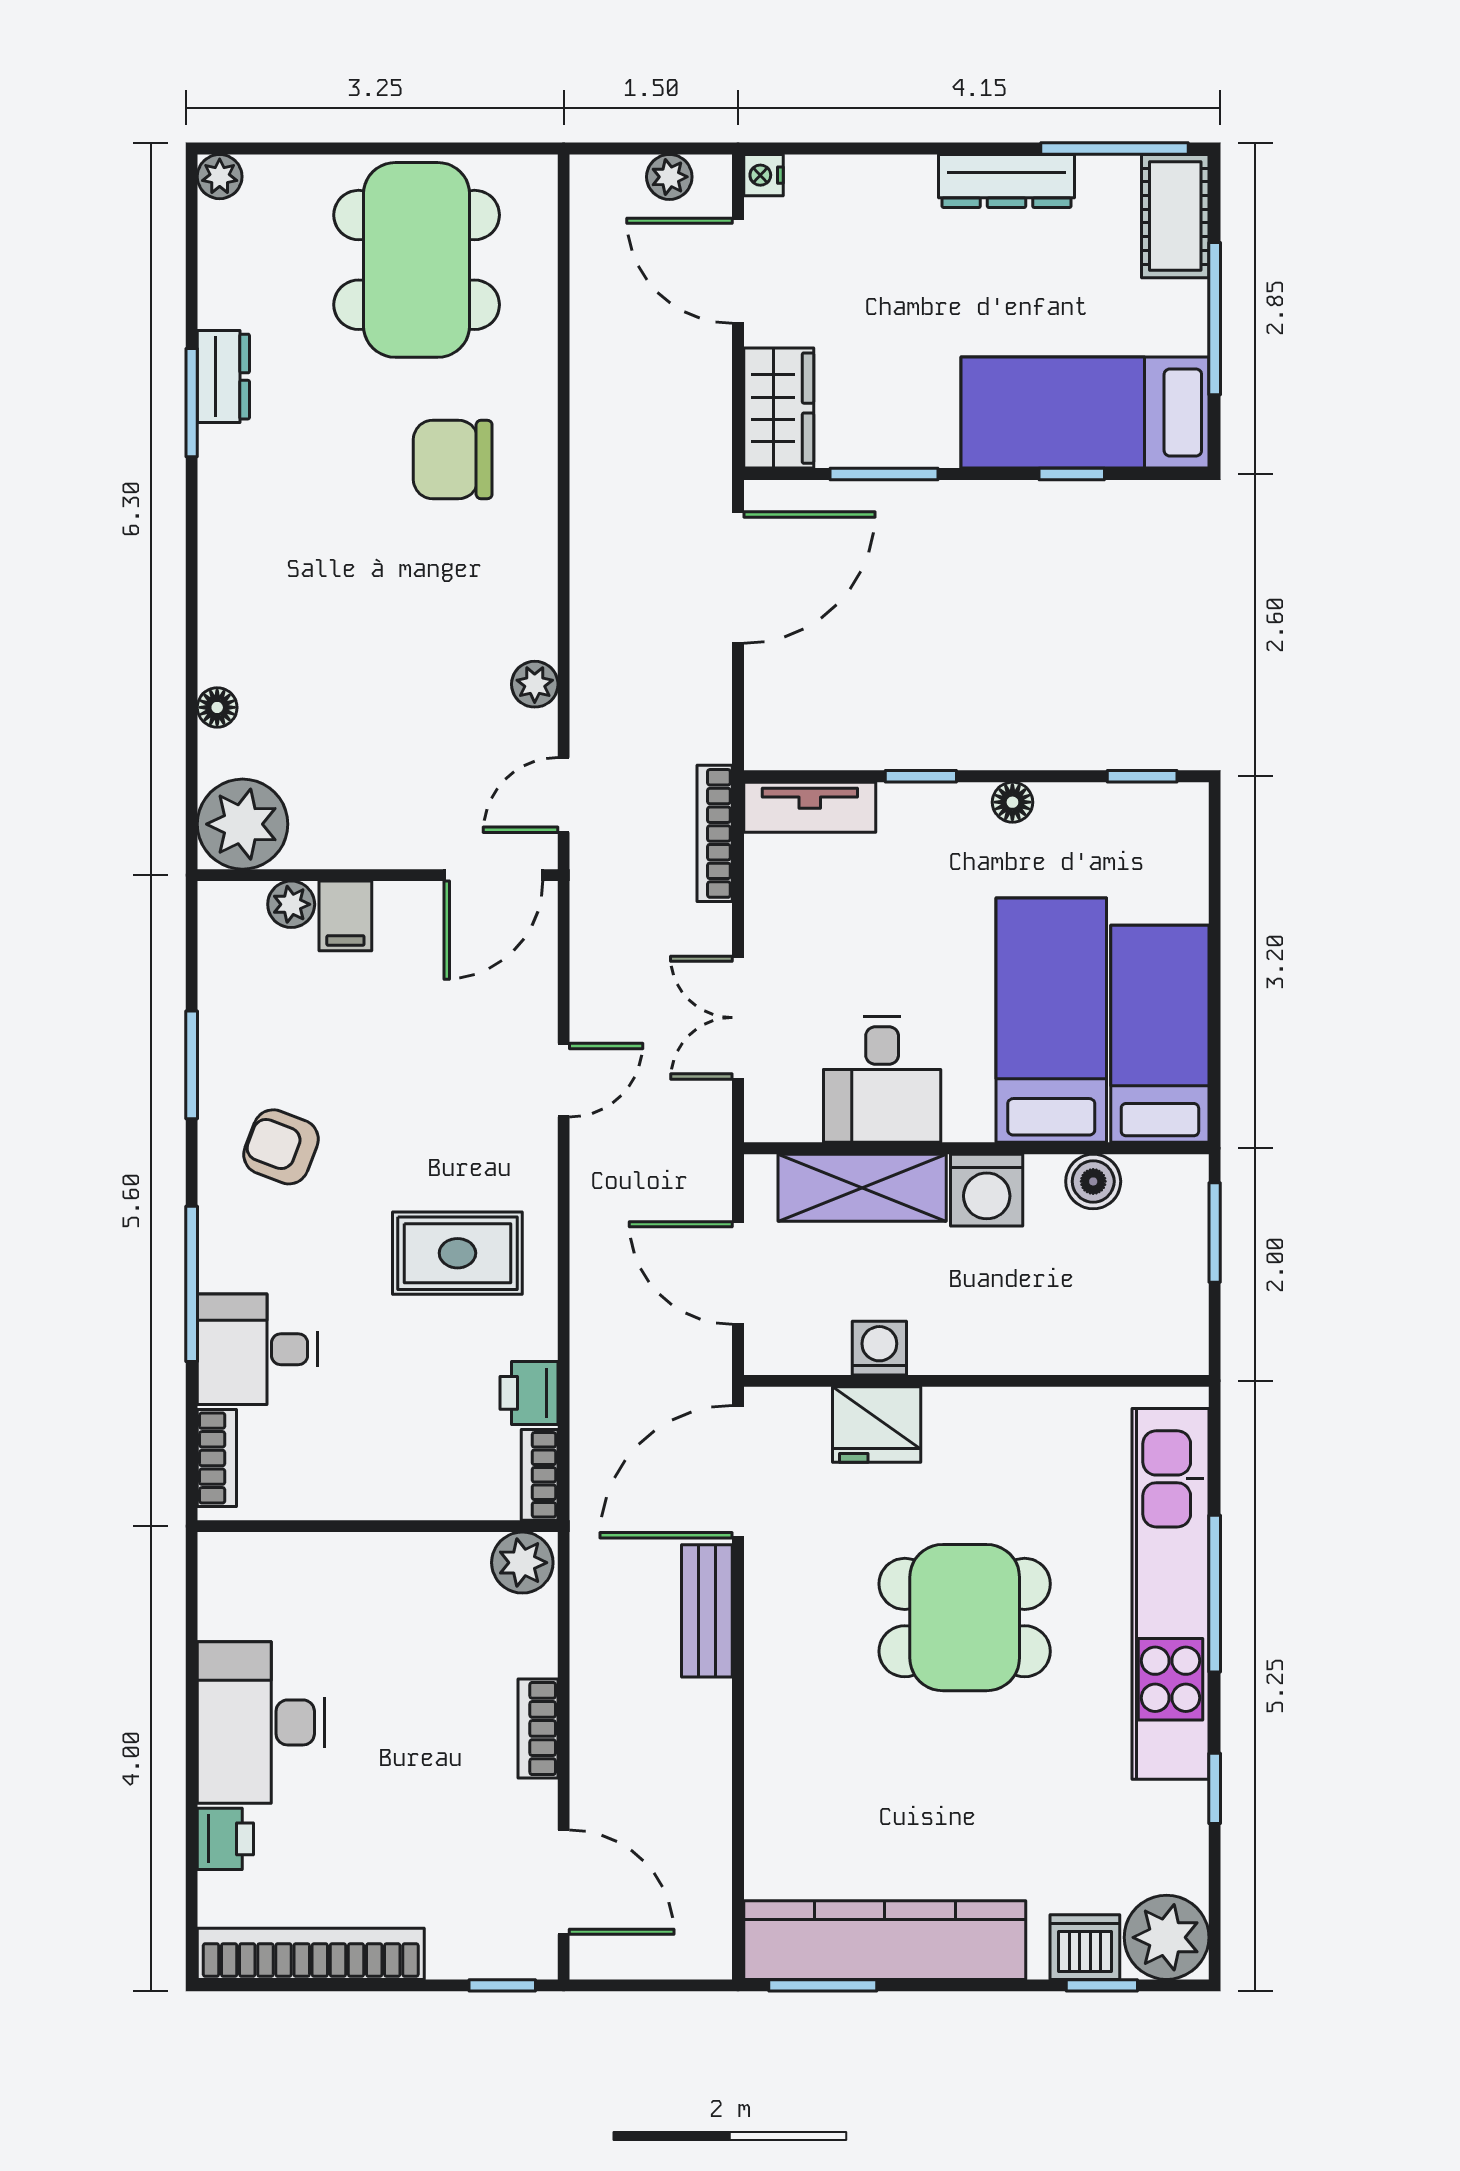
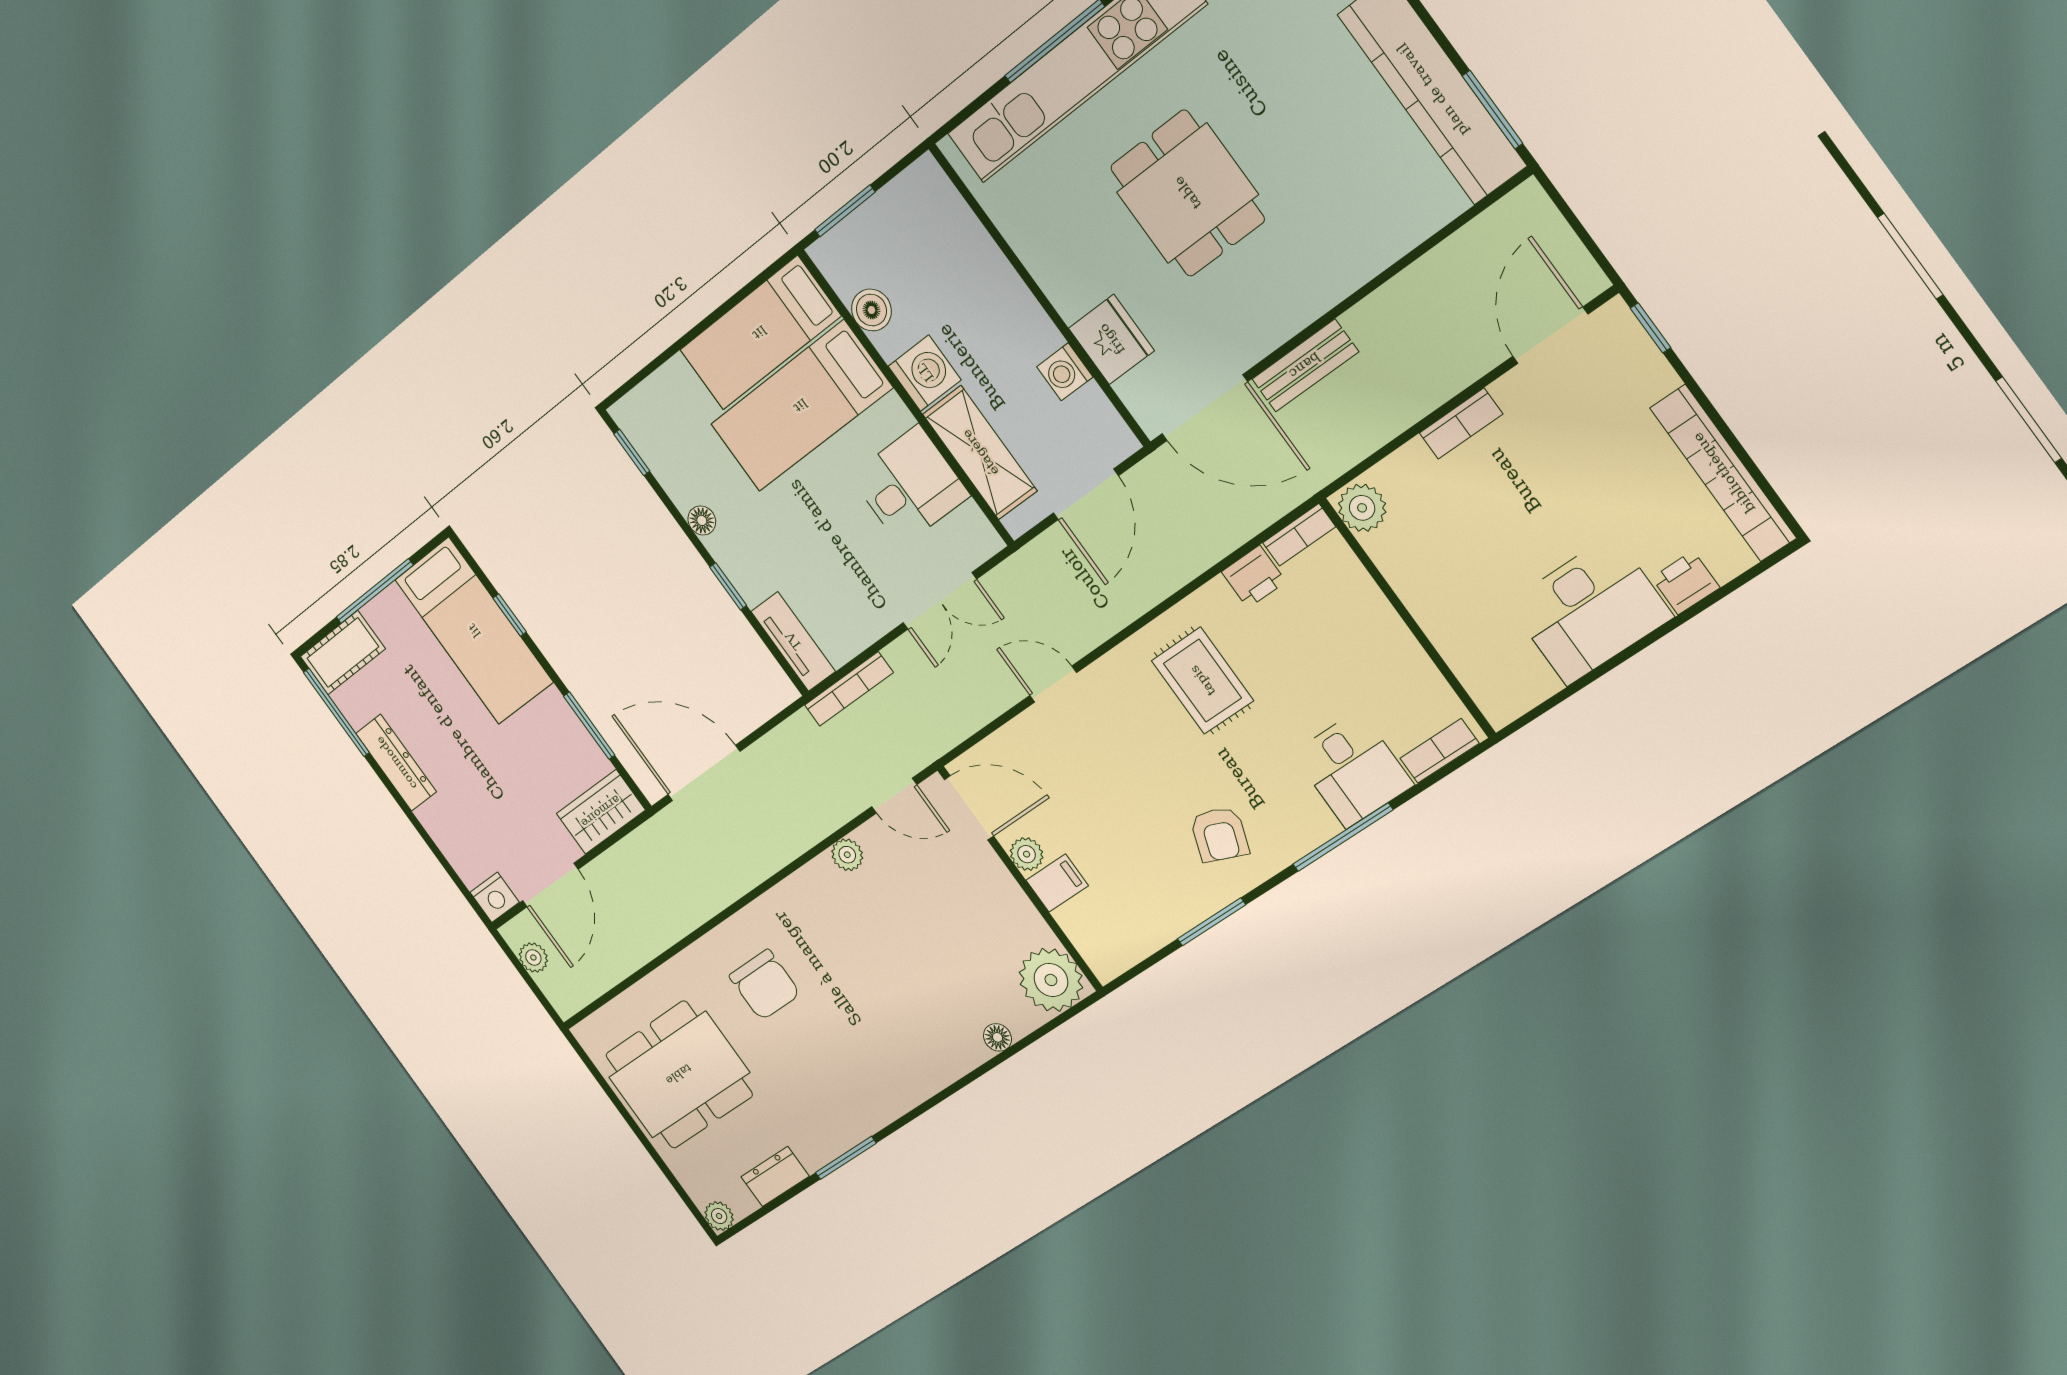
nightstand: (763, 175) -> (495, 897), width x1.39, depth x1.35
dresser: (223, 377) -> (775, 1177), moved
plant: (291, 904) -> (1027, 854), moved

